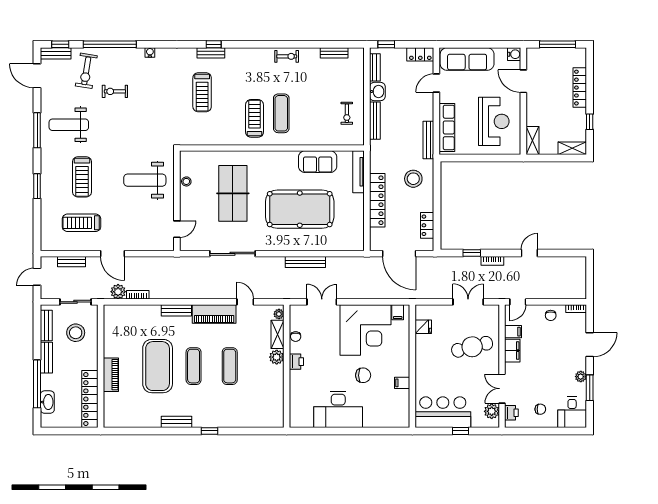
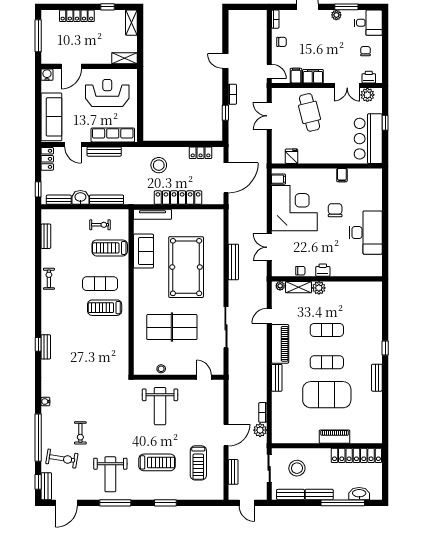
treadmill: (202, 92) -> (110, 248), moved, turned 180
bench: (428, 140) -> (104, 152), moved

